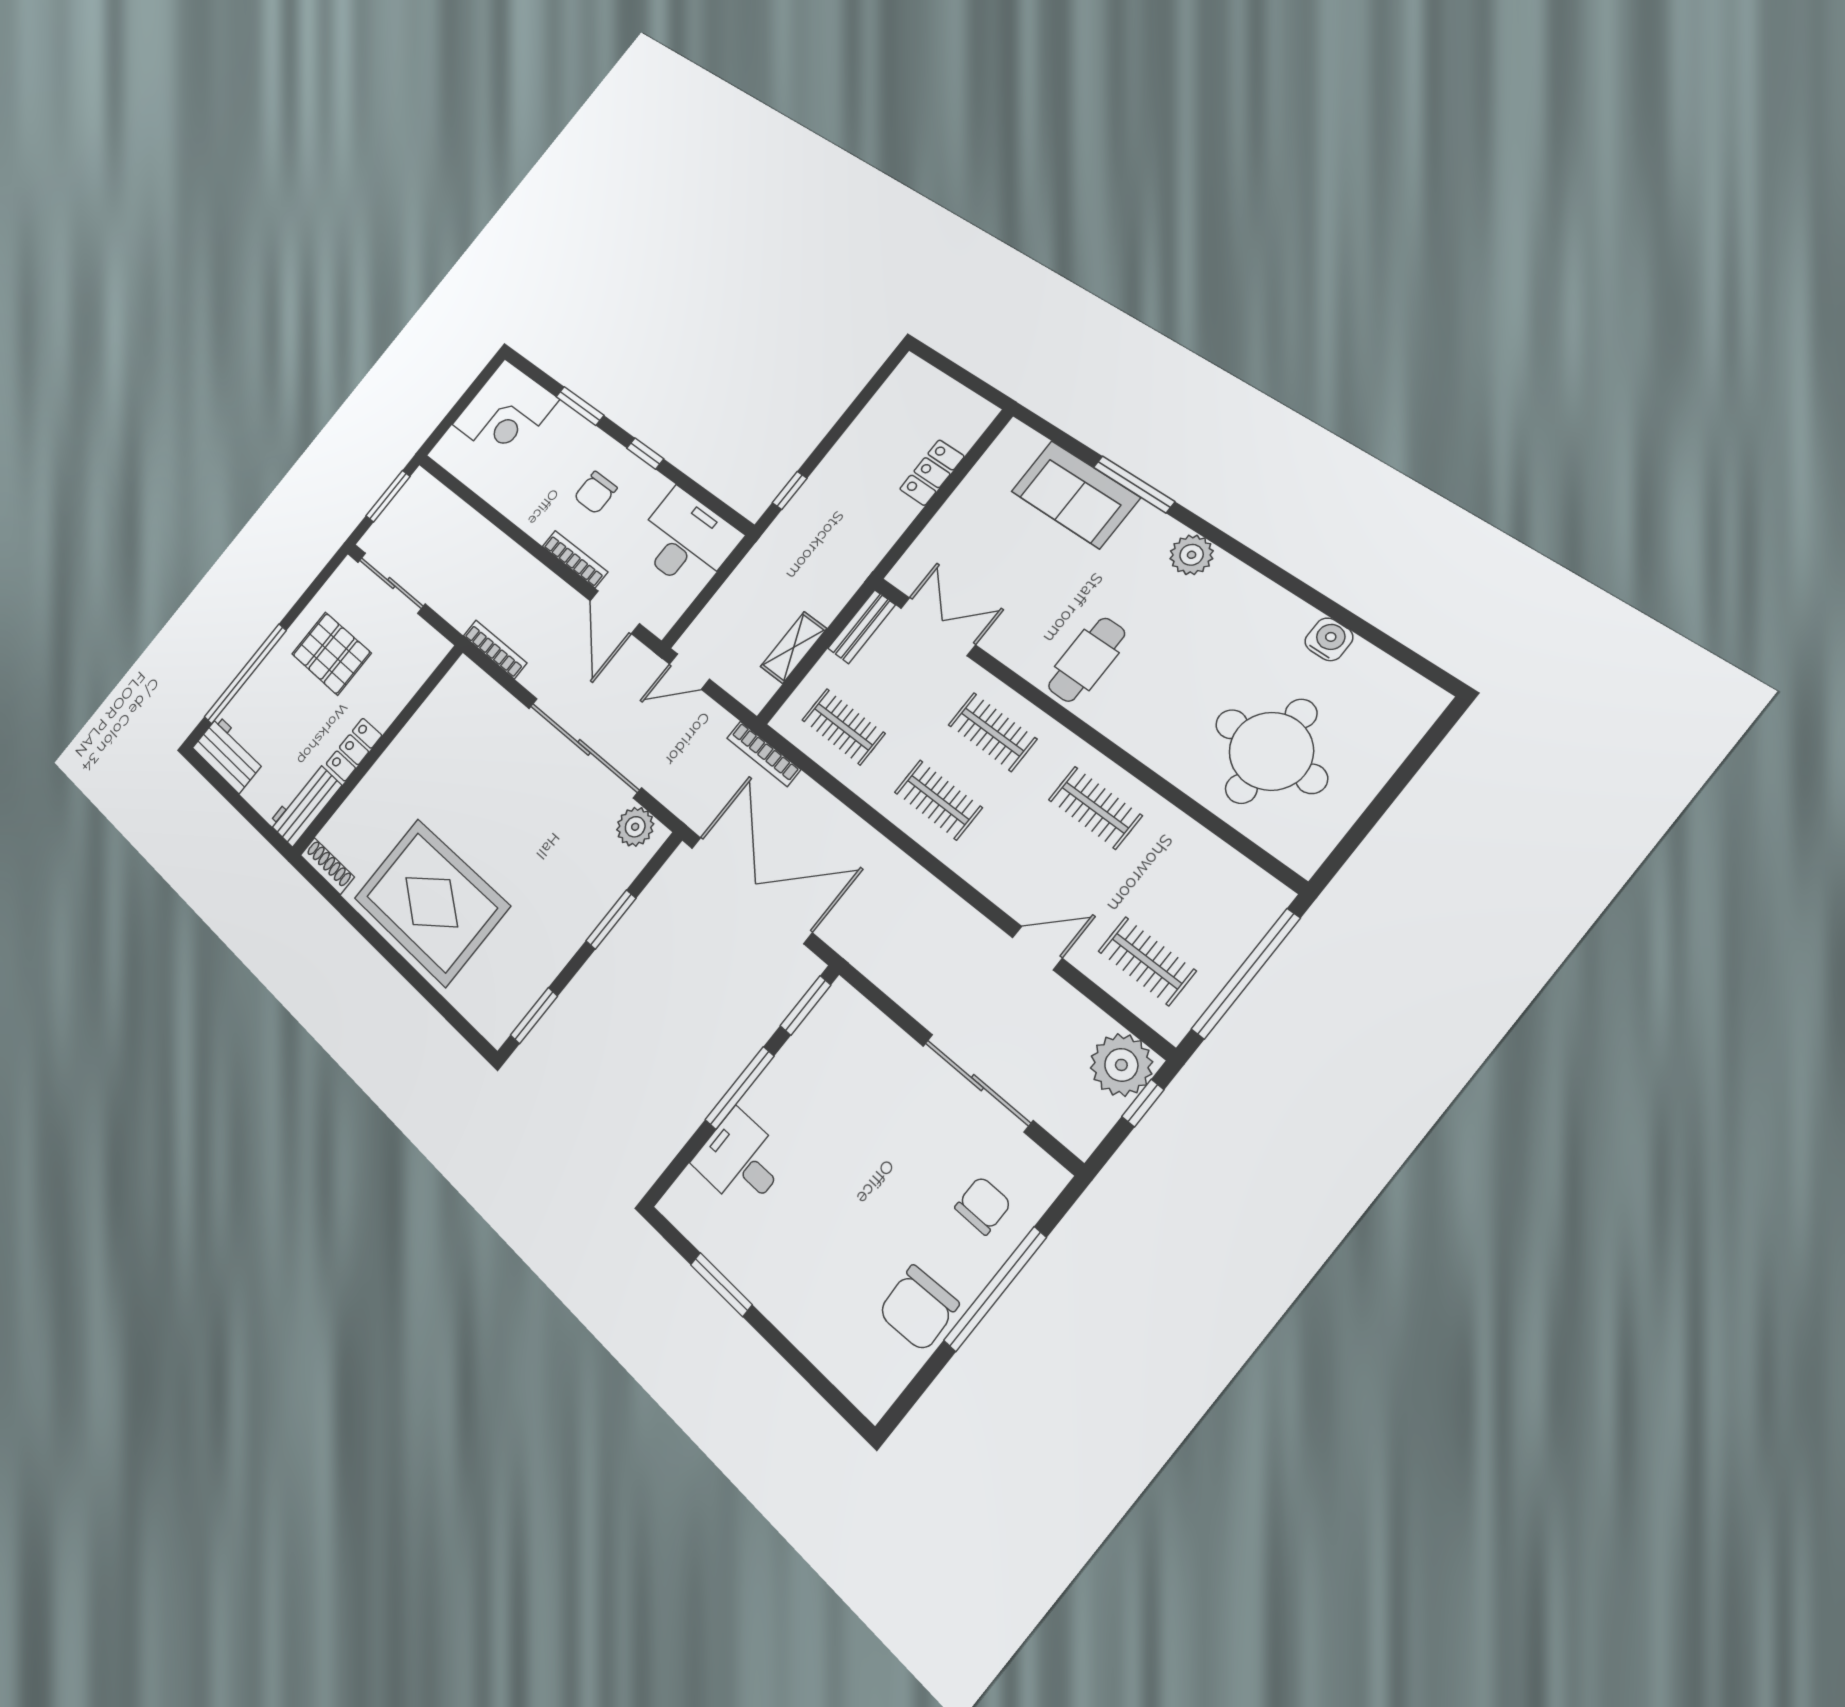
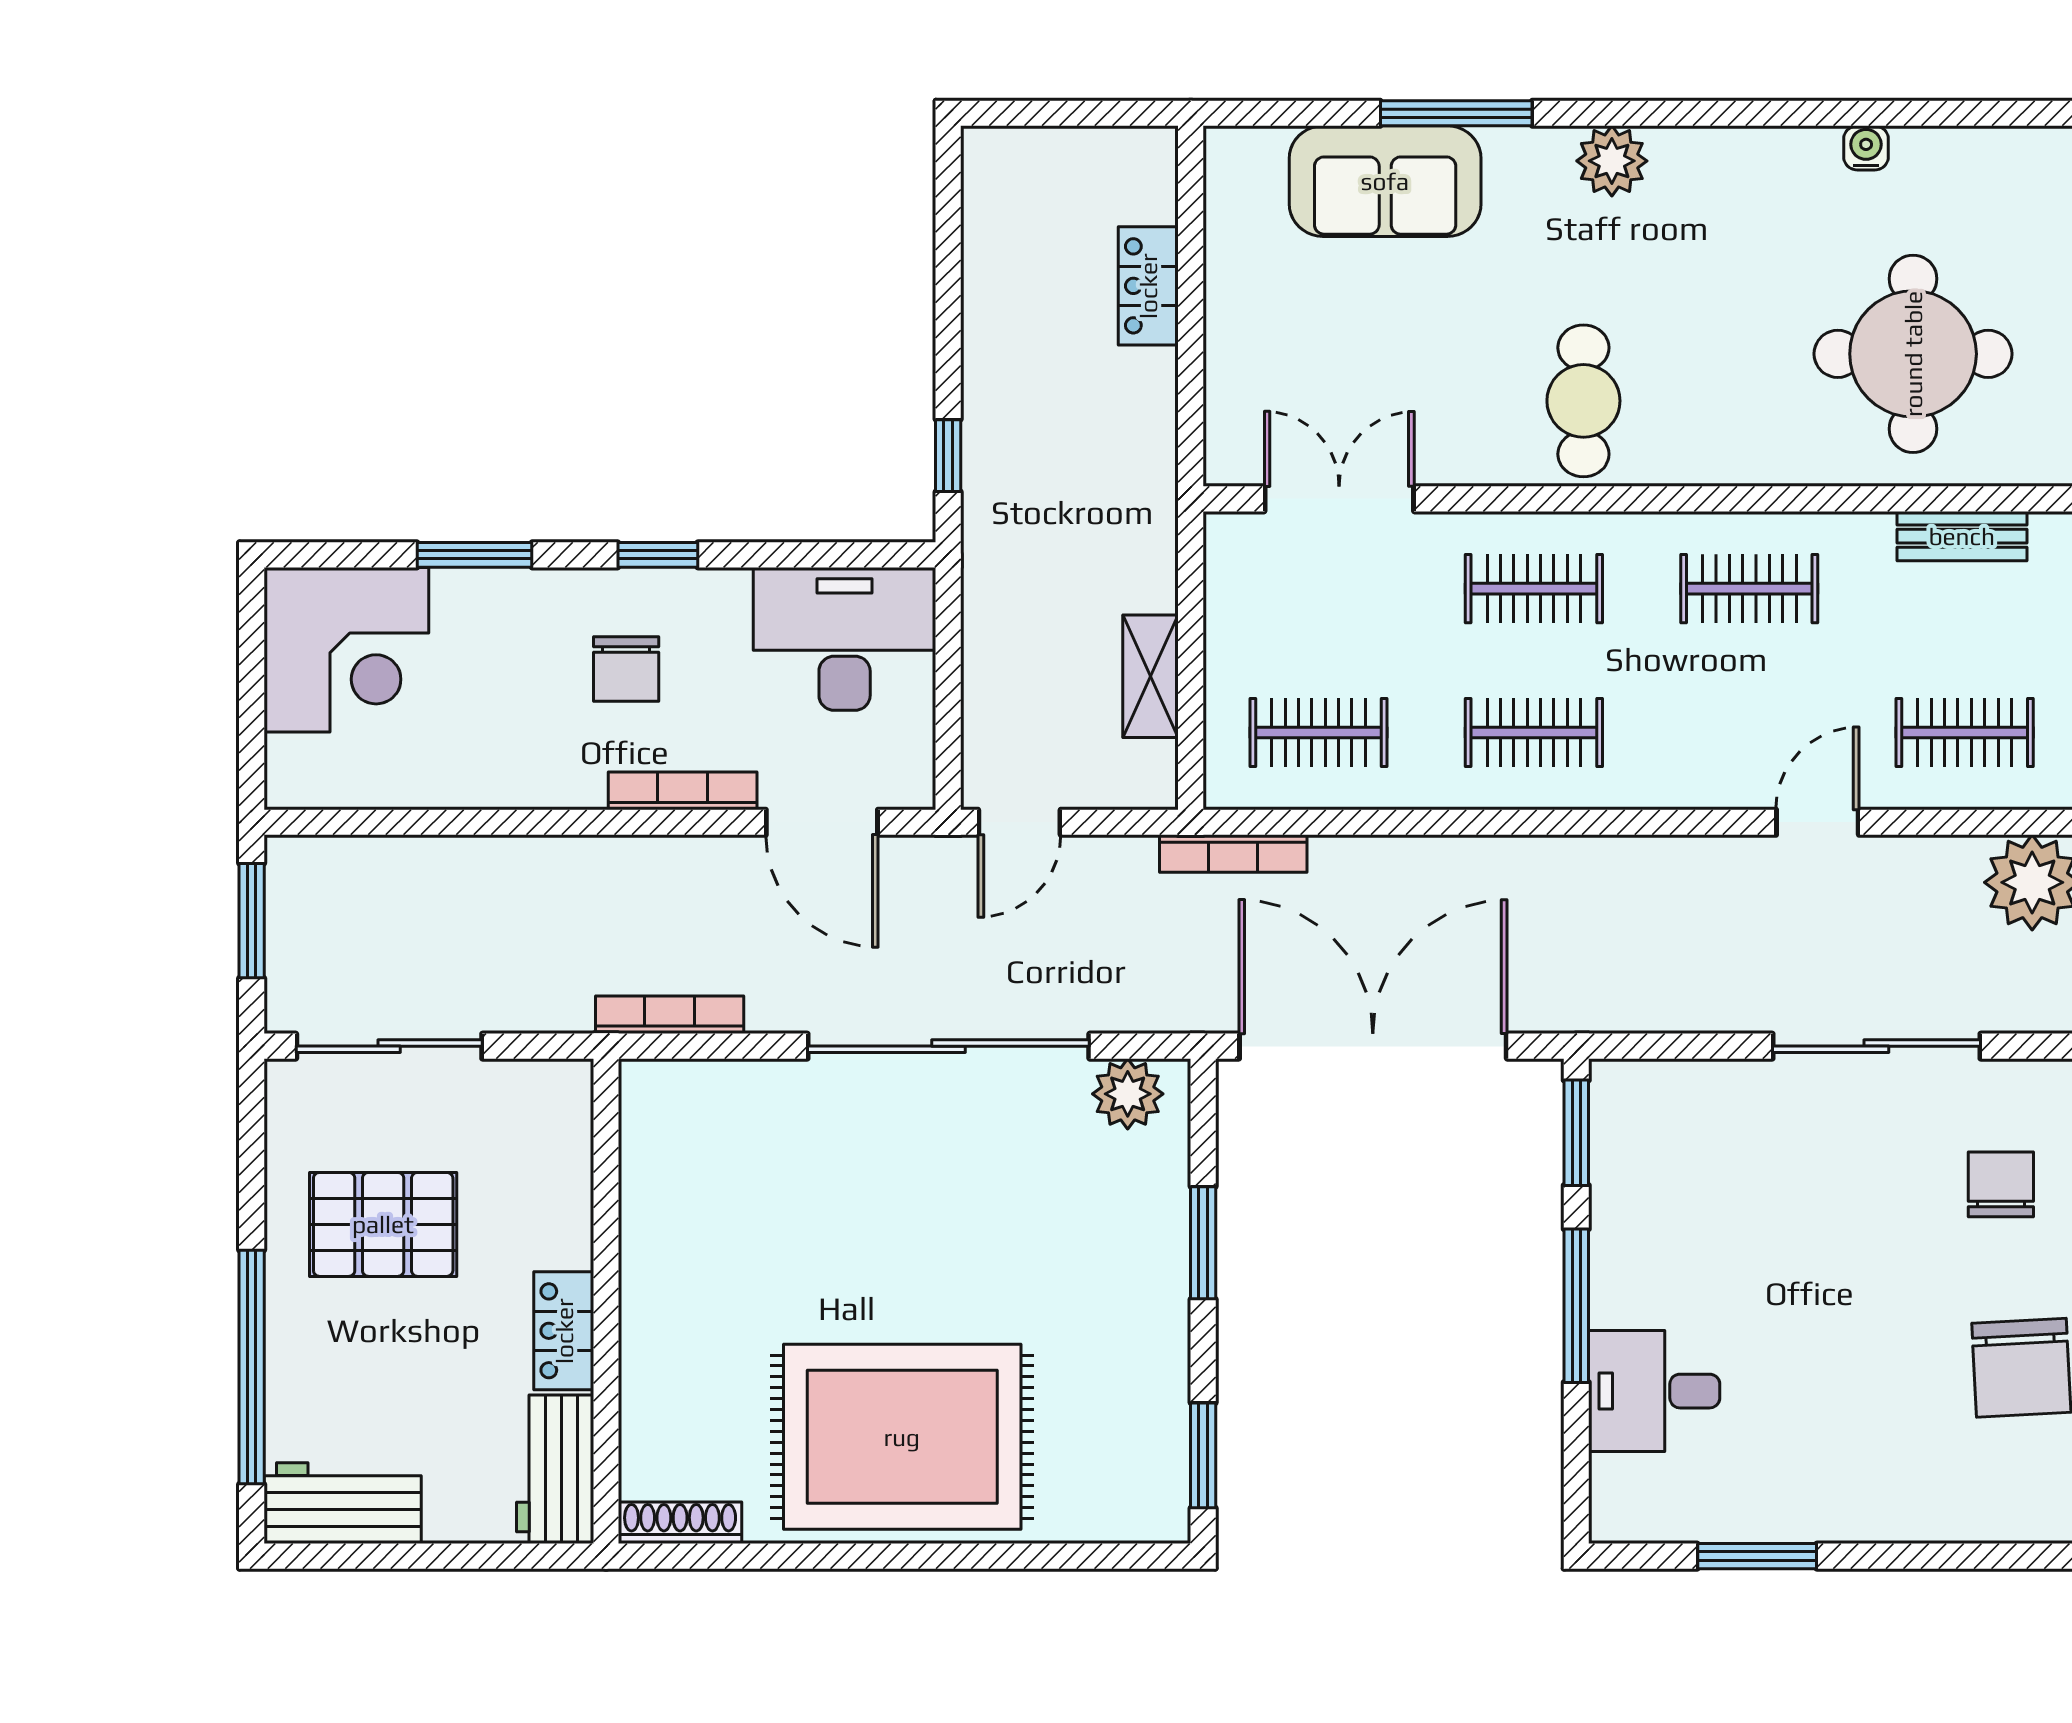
bench: (862, 627) -> (1962, 536), moved, turned 90
water cooler: (1329, 639) -> (1866, 148), width x0.72, depth x0.72

